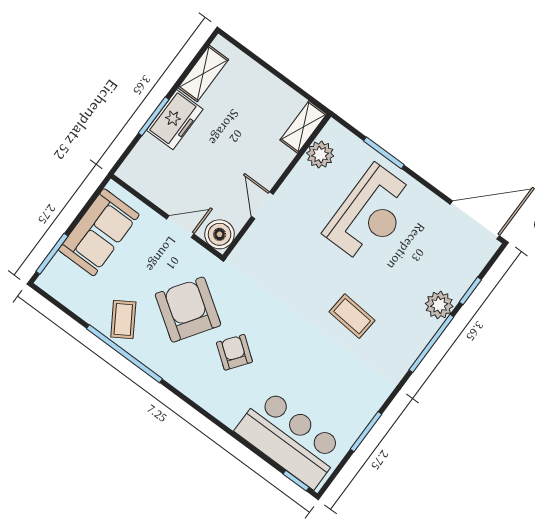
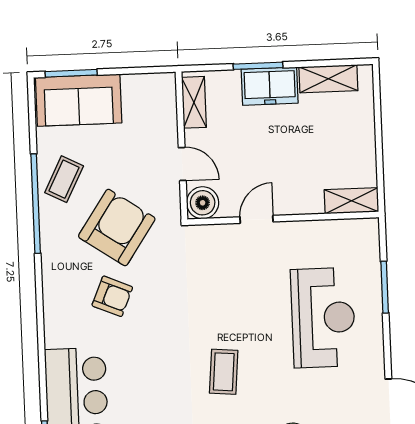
plant: (320, 155) -> (340, 234), removed
shelving: (143, 183) -> (194, 102), added
reception desk: (370, 214) -> (323, 318), turned -90
sofa: (99, 232) -> (79, 100), moved
coffee table: (123, 319) -> (64, 179), turned -31
armchair: (234, 352) -> (112, 296), turned 76

